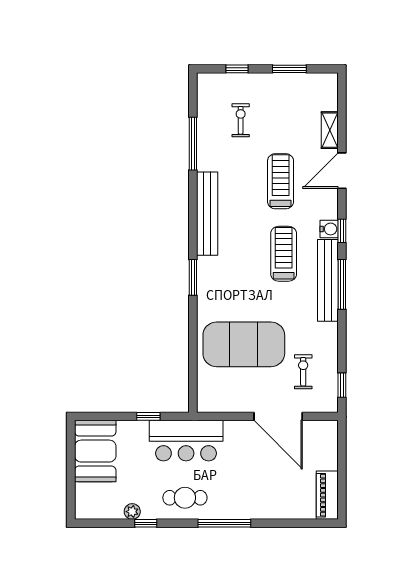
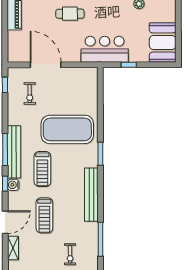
exercise mat: (244, 344) -> (67, 129), moved
cafe table: (185, 498) -> (70, 14), moved

